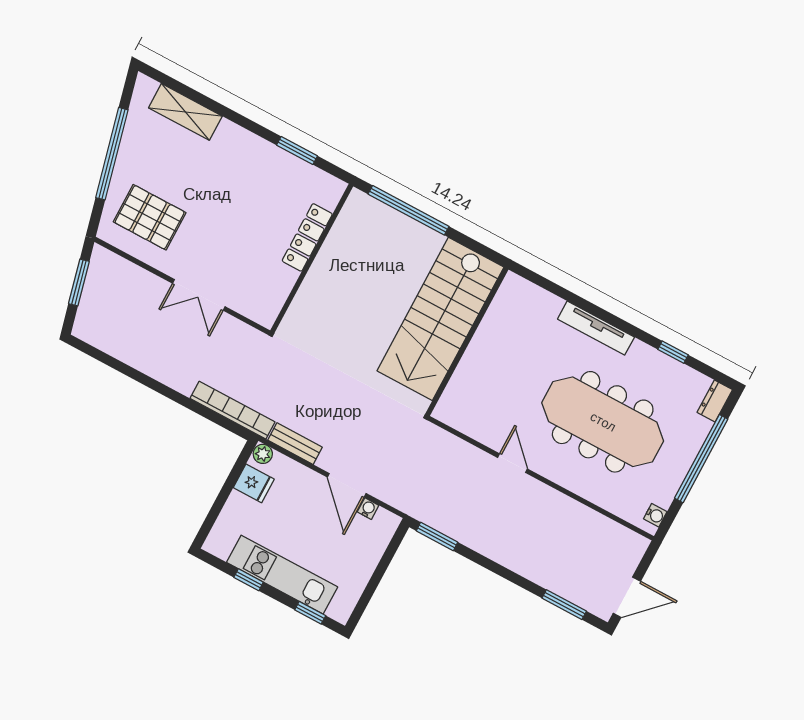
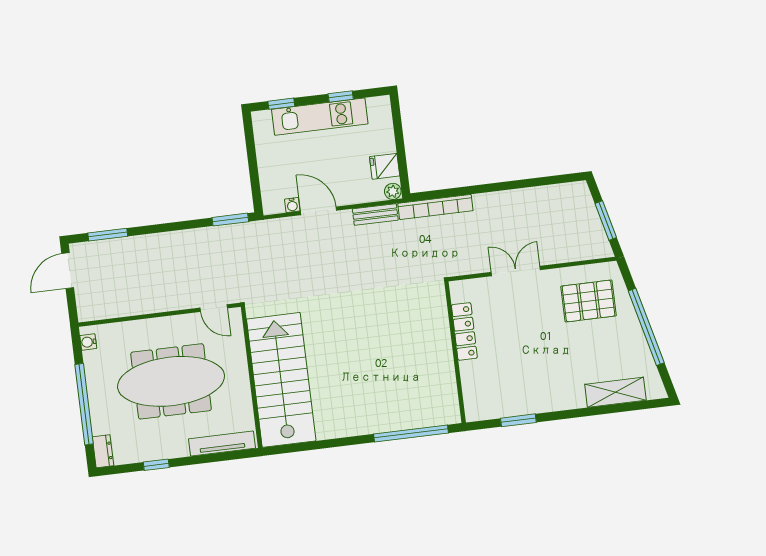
locker: (307, 237) -> (464, 331), moved
stairs: (440, 319) -> (281, 380), moved
wall: (467, 342) -> (252, 377), moved

